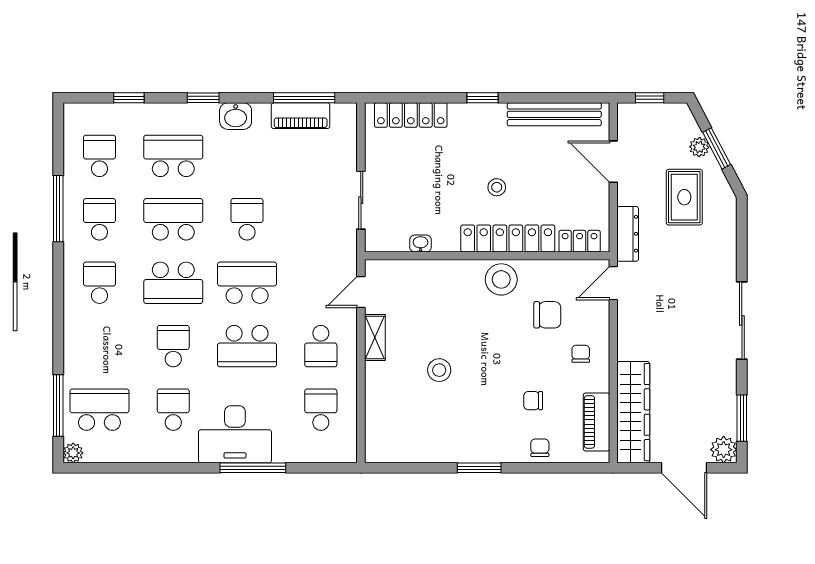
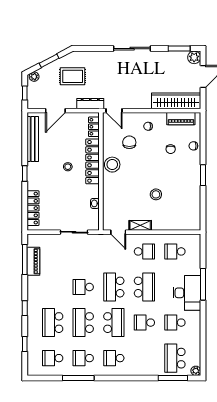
washbasin: (236, 116) -> (34, 293), removed
plant: (699, 147) -> (34, 77), moved

